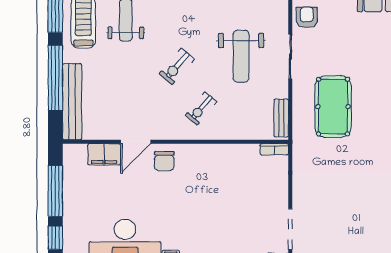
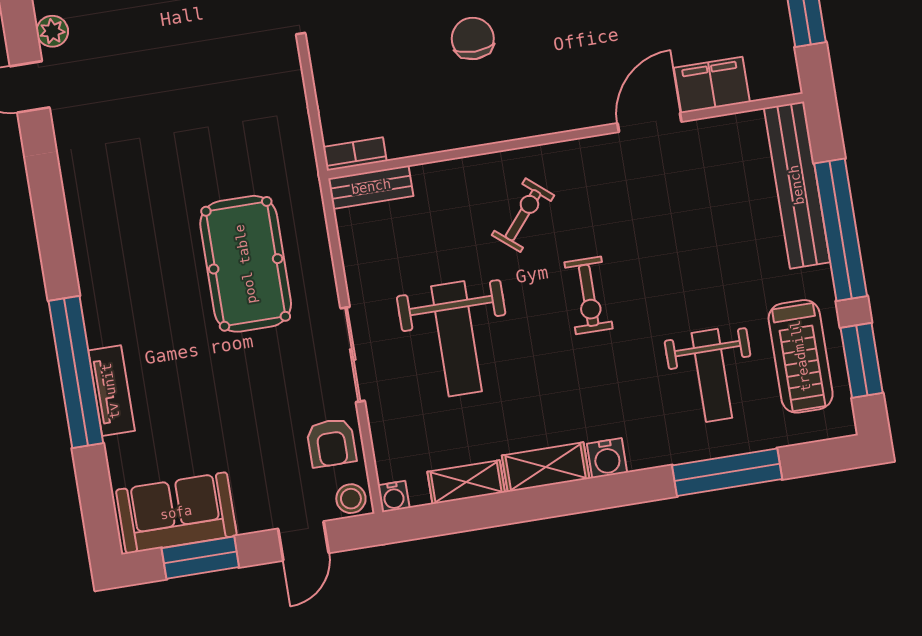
weight bench: (241, 56) -> (457, 339), turned 180
exercise bike: (177, 66) -> (589, 295), turned 139
bench: (281, 118) -> (371, 187), moved, turned 90
chair: (164, 161) -> (473, 39), moved

